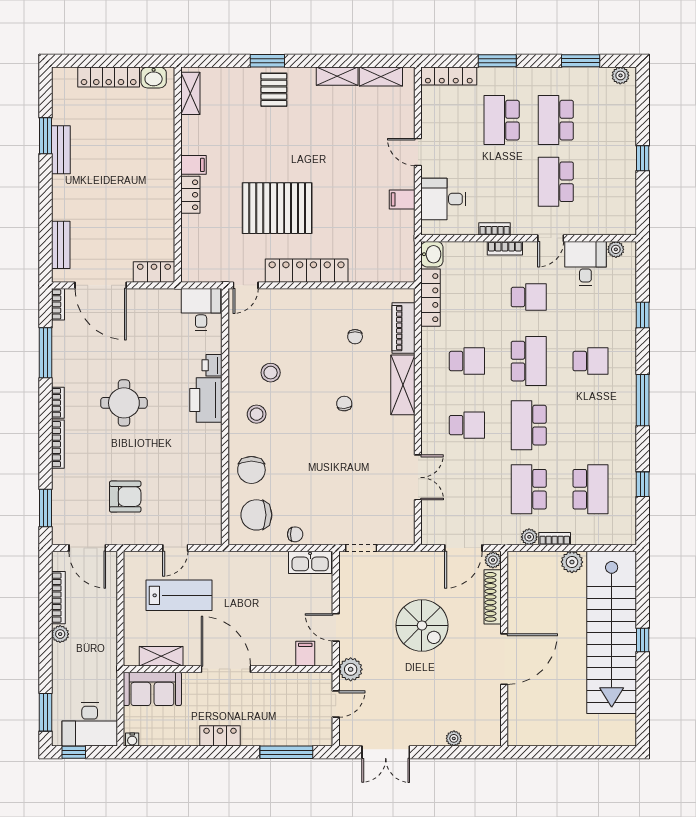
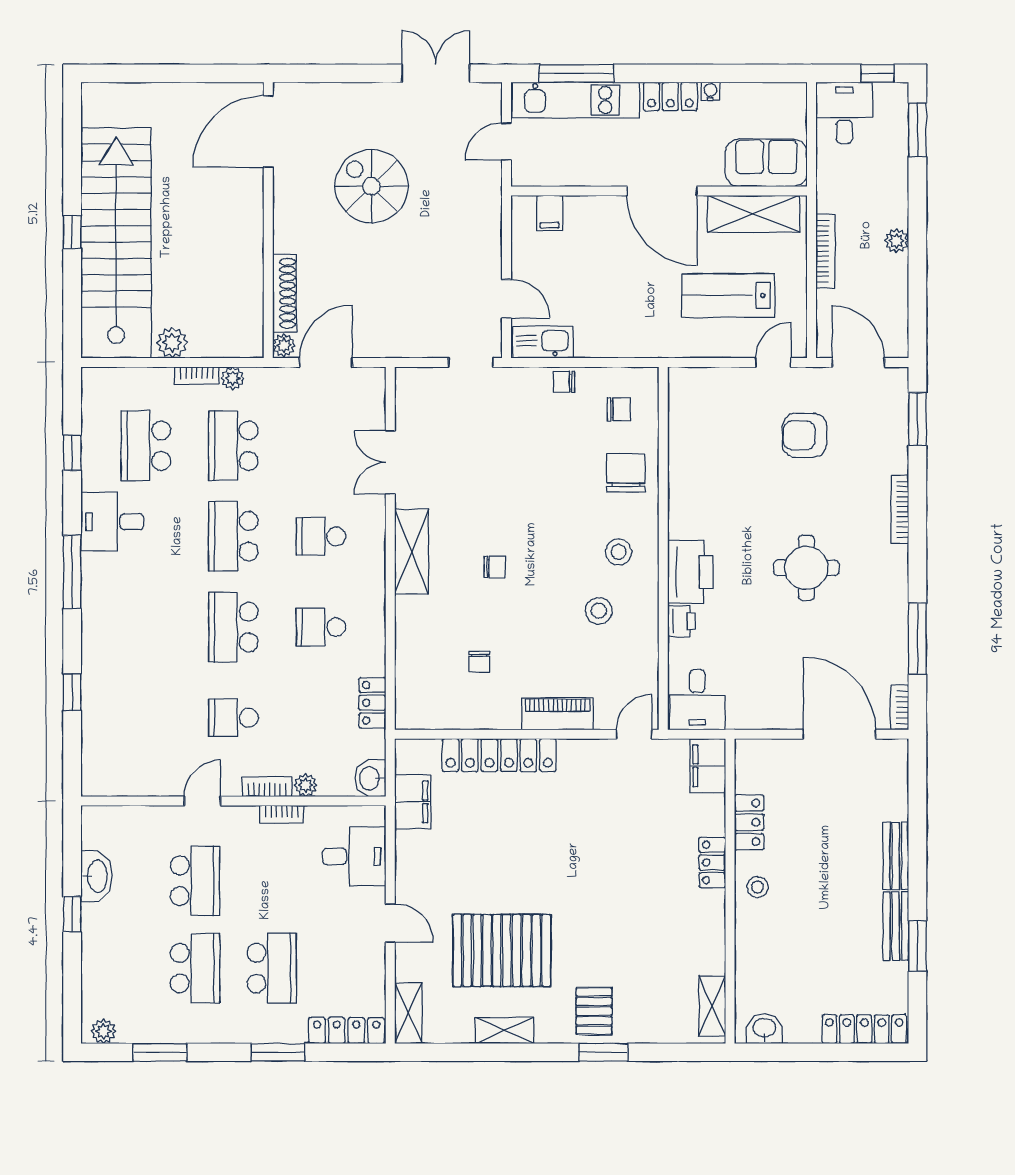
locker: (109, 77) -> (864, 1029), moved
shelving: (381, 77) -> (408, 1013), moved, turned 90
filing cabinet: (193, 165) -> (708, 766), moved, width x2.00
stool: (158, 177) -> (758, 887), added
washbasin: (625, 185) -> (96, 876), added
filing cabinet: (402, 199) -> (413, 802), moved, width x2.00
pallet: (277, 208) -> (502, 950), moved
bench: (61, 245) -> (896, 856), moved
plant: (616, 249) -> (306, 785), moved
desk: (585, 263) -> (112, 522), moved, turned 90
locker: (307, 271) -> (499, 755), moved
locker: (154, 272) -> (749, 822), moved, turned -90
locker: (431, 298) -> (372, 703), width x0.66
piano: (404, 328) -> (558, 714), moved, turned -90
chair: (355, 337) -> (479, 662), turned 180
school desk: (591, 361) -> (146, 627), removed
shelving: (403, 385) -> (412, 552), moved
bookcase: (58, 403) -> (900, 568), removed
chair: (344, 404) -> (495, 567), turned -85
school desk: (529, 425) -> (233, 536), turned 180
school desk: (529, 489) -> (233, 446), turned 180
chair: (256, 515) -> (619, 409), width x0.54, depth x0.54
door: (175, 548) -> (773, 362), moved
bookcase: (58, 598) -> (825, 251), moved, turned 180
spiral stairs: (422, 625) -> (371, 186), moved
door: (336, 627) -> (506, 299), moved
shelving: (161, 656) -> (754, 214), width x1.50, depth x1.33
door: (504, 659) -> (268, 131), moved
plant: (351, 669) -> (485, 191), removed
desk: (90, 724) -> (844, 113), width x0.73
kitchen unit: (287, 733) -> (576, 100), added
plant: (454, 738) -> (339, 93), removed
water cooler: (132, 740) -> (710, 91), moved

